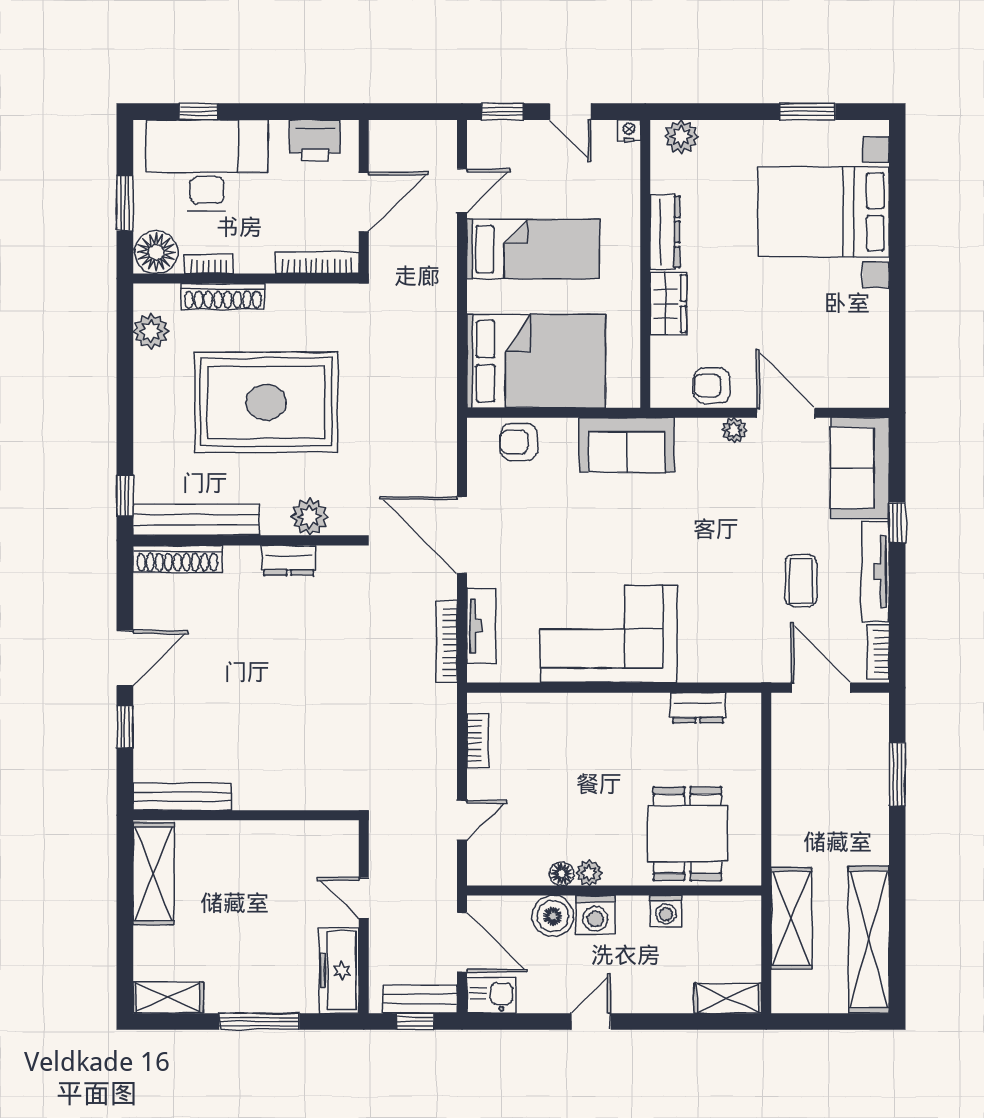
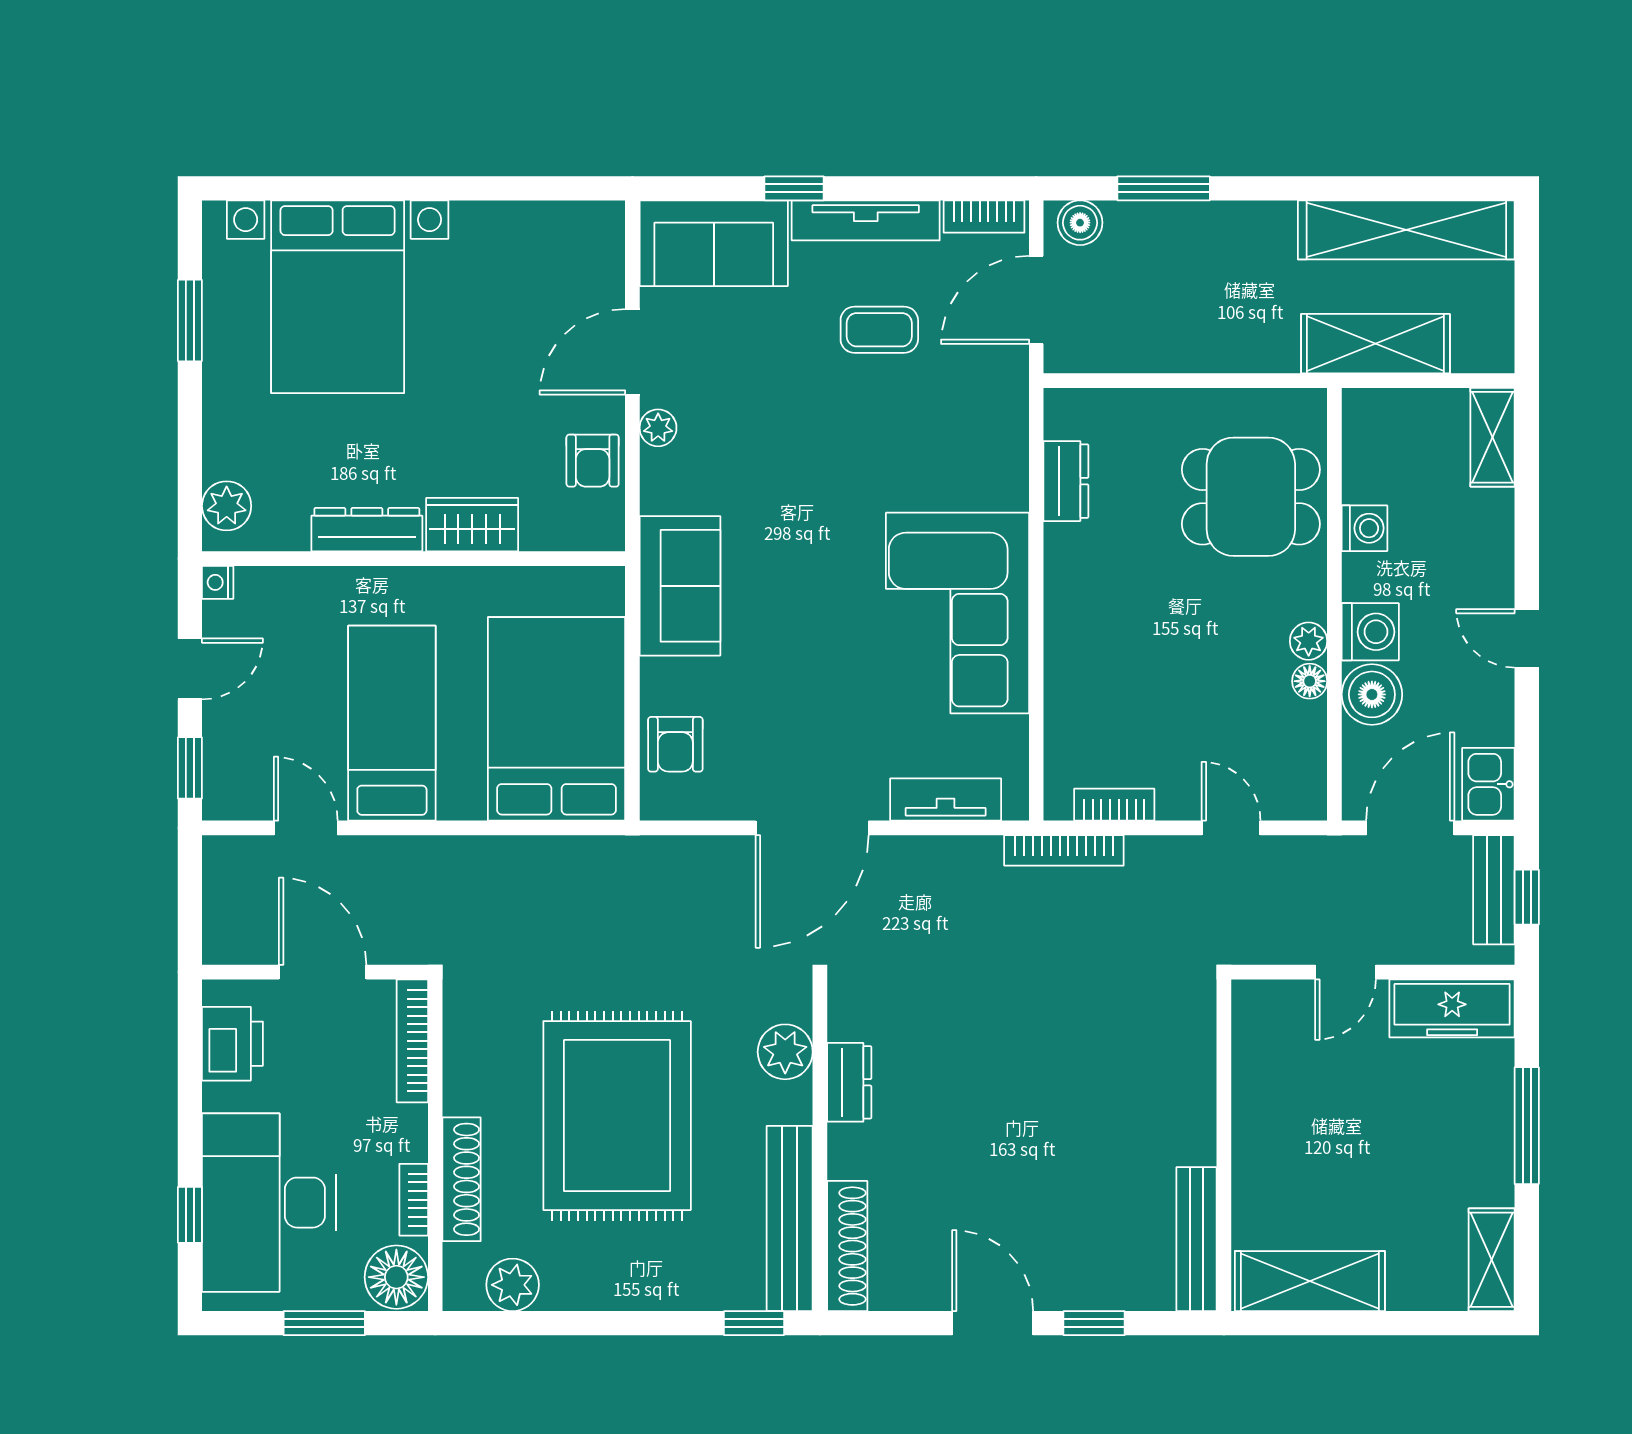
bookcase: (447, 642) -> (1064, 850), moved
boiler: (874, 717) -> (1080, 223), added

